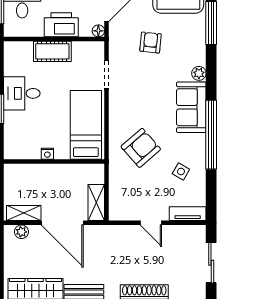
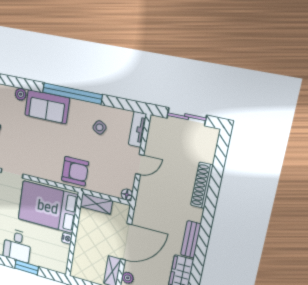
bed: (86, 125) -> (48, 207), width x1.50
armchair: (141, 148) -> (75, 171), moved, turned 131
shelving: (96, 203) -> (96, 204), moved
floor lamp: (115, 214) -> (127, 195), added

